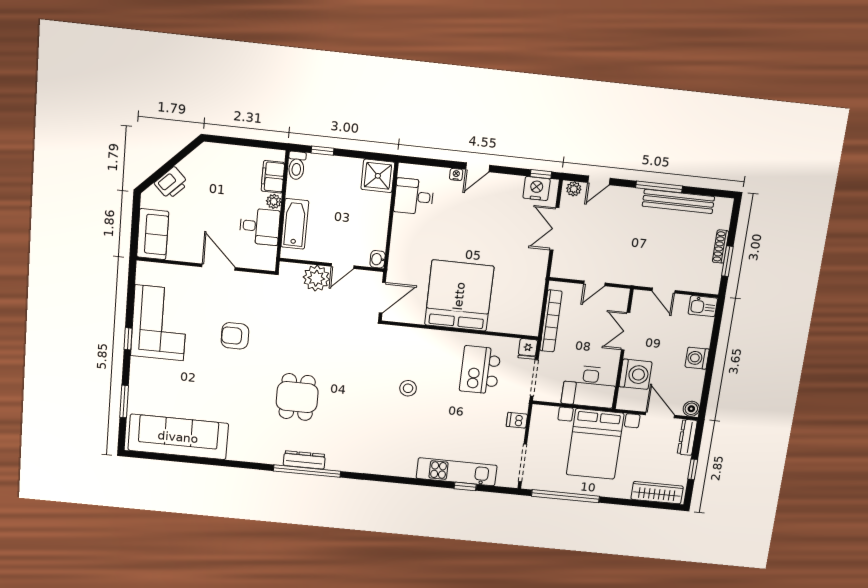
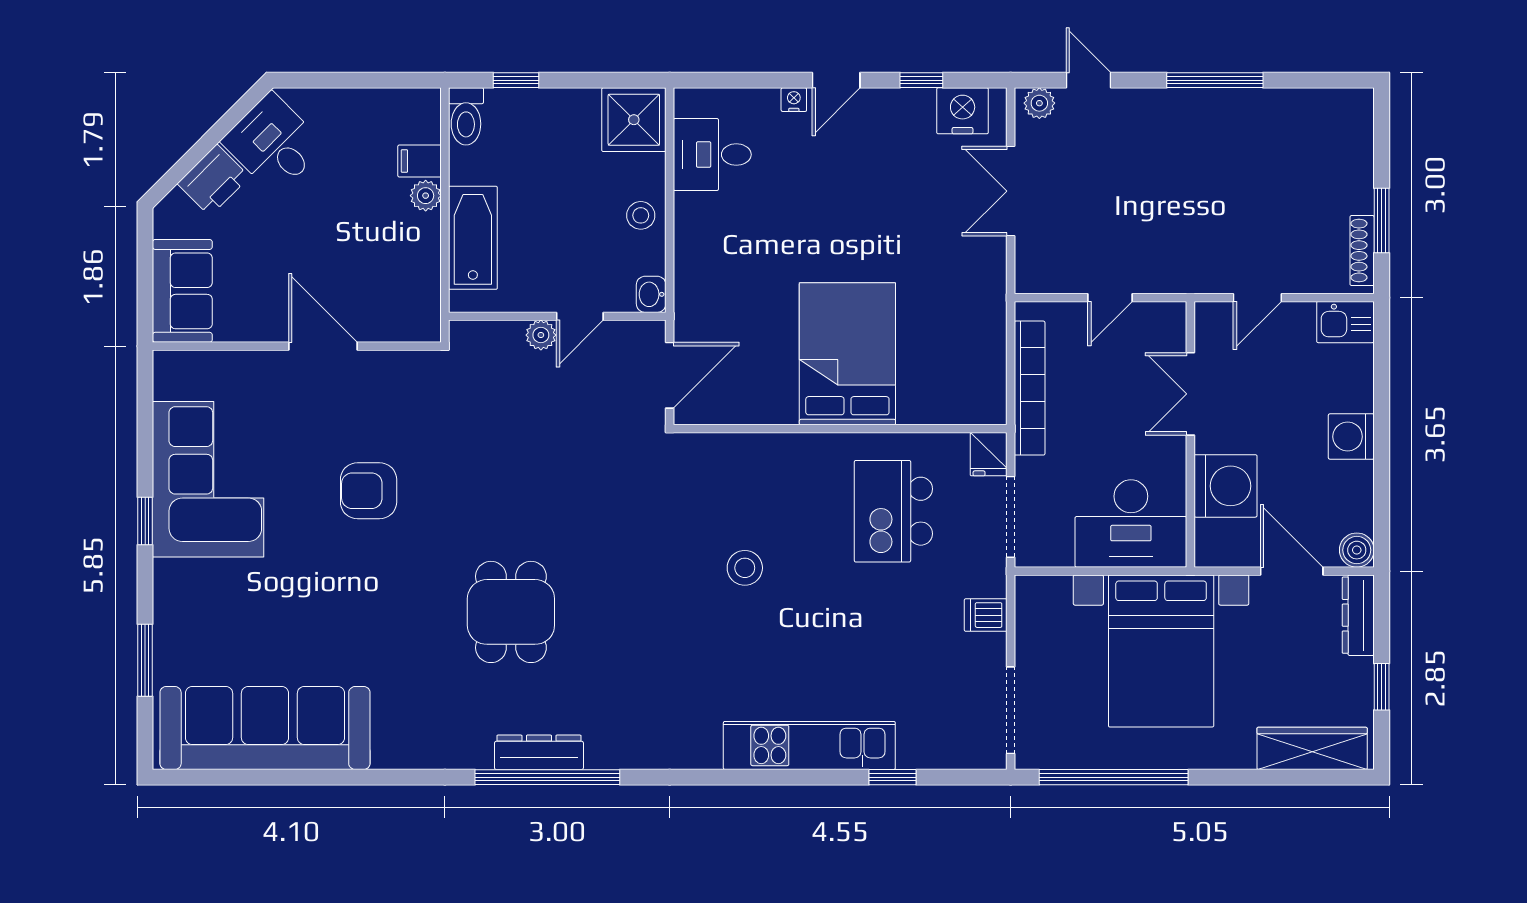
window: (541, 174) -> (921, 80), moved
filing cabinet: (273, 177) -> (419, 161), width x0.50
door: (599, 180) -> (1088, 80), swing flipped
bench: (678, 201) -> (1259, 106), removed
stool: (376, 222) -> (641, 215), added
desk: (260, 226) -> (273, 144), moved, turned -135
shoe rack: (721, 247) -> (1362, 251), moved
plant: (316, 278) -> (541, 335), width x0.53, depth x0.53
door: (664, 291) -> (1257, 298), hinge flipped
bed: (459, 296) -> (847, 354), width x0.73
kitchen unit: (457, 472) -> (809, 745), moved

